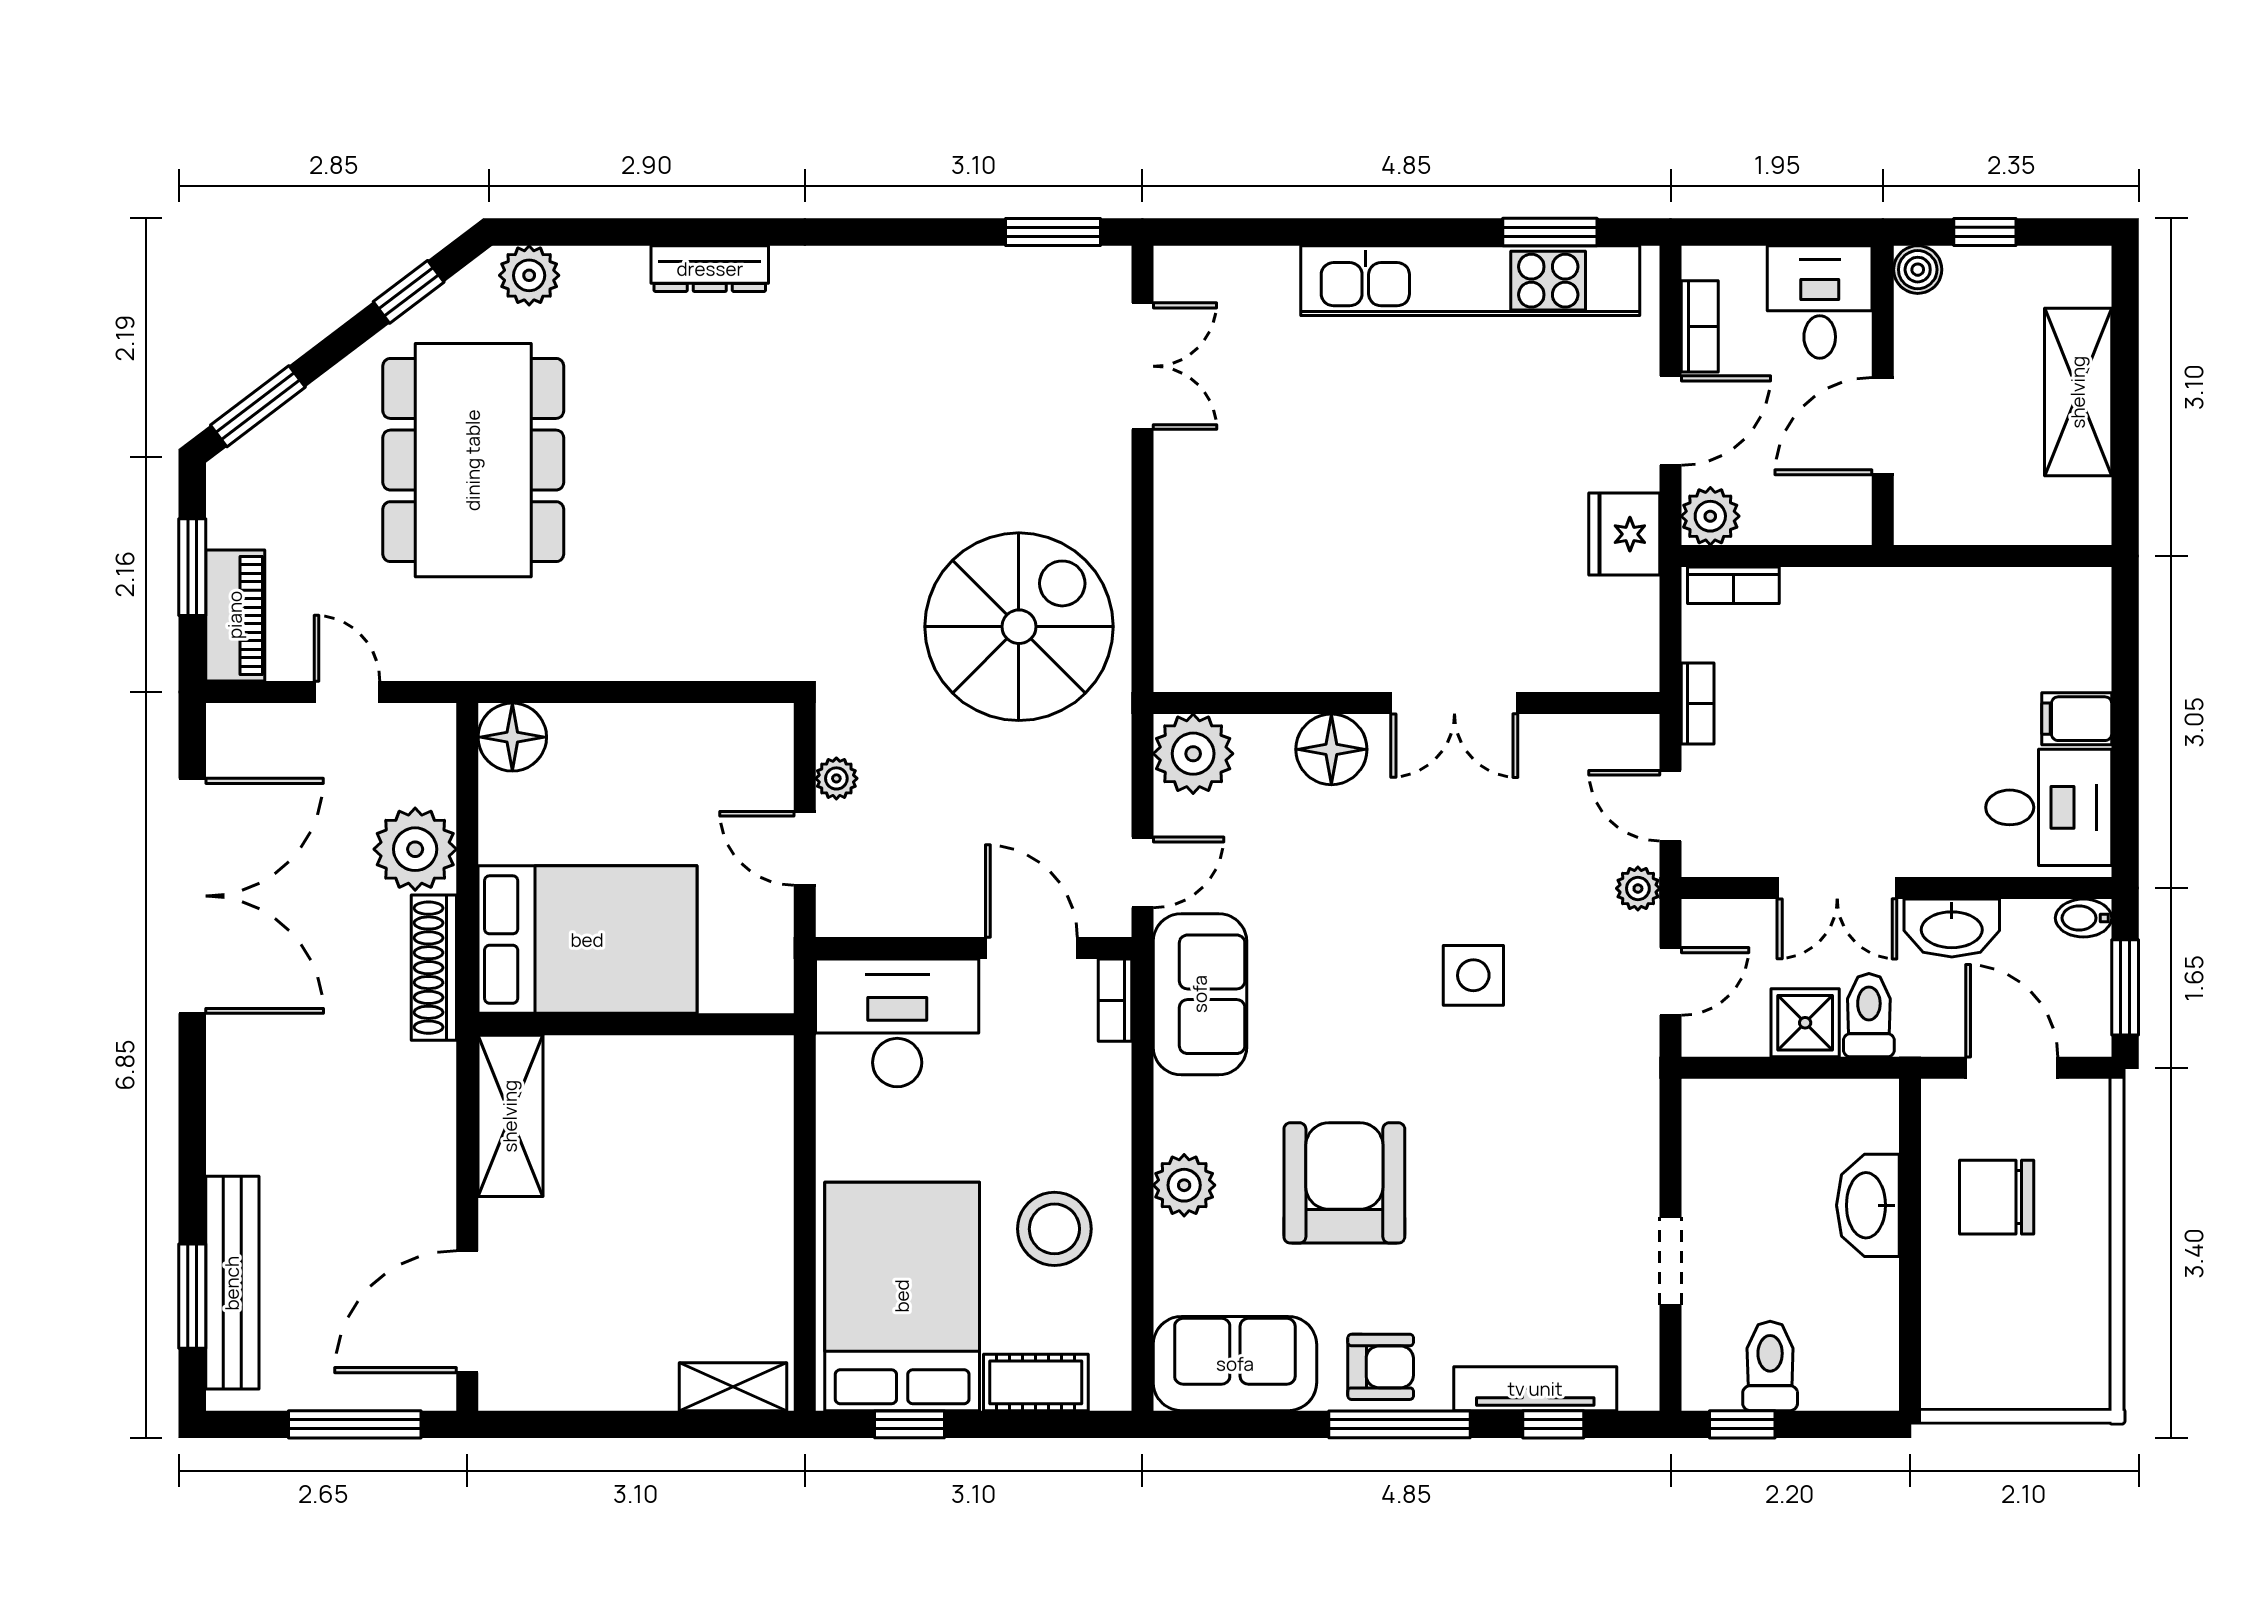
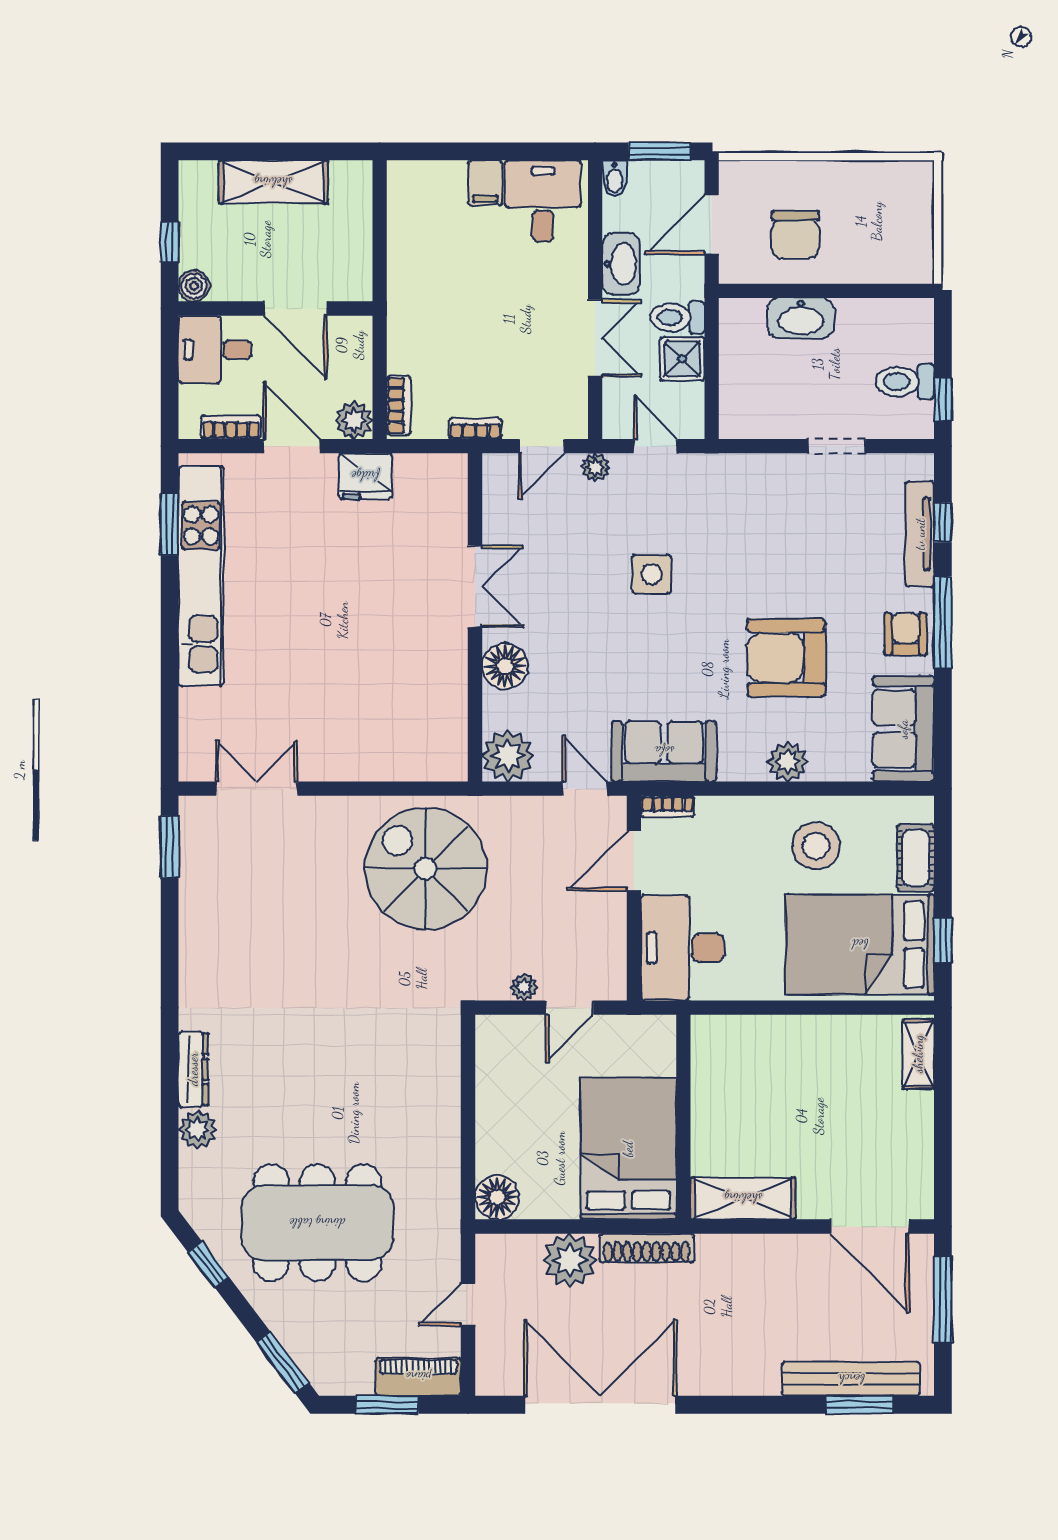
plant: (529, 275) -> (198, 1129), moved

